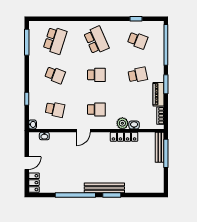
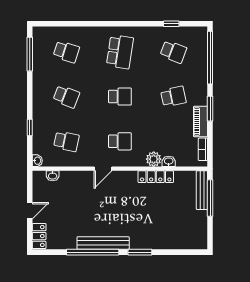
school desk: (55, 40) -> (66, 52), width x0.54
school desk: (96, 40) -> (120, 52), turned 33
bench: (104, 188) -> (103, 243), moved

